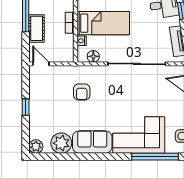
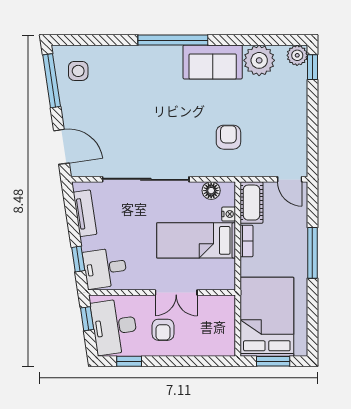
cot: (37, 28) -> (251, 203), moved
window: (26, 107) -> (312, 67), moved
corner sofa: (139, 135) -> (143, 73), removed
window: (155, 157) -> (173, 40), moved

